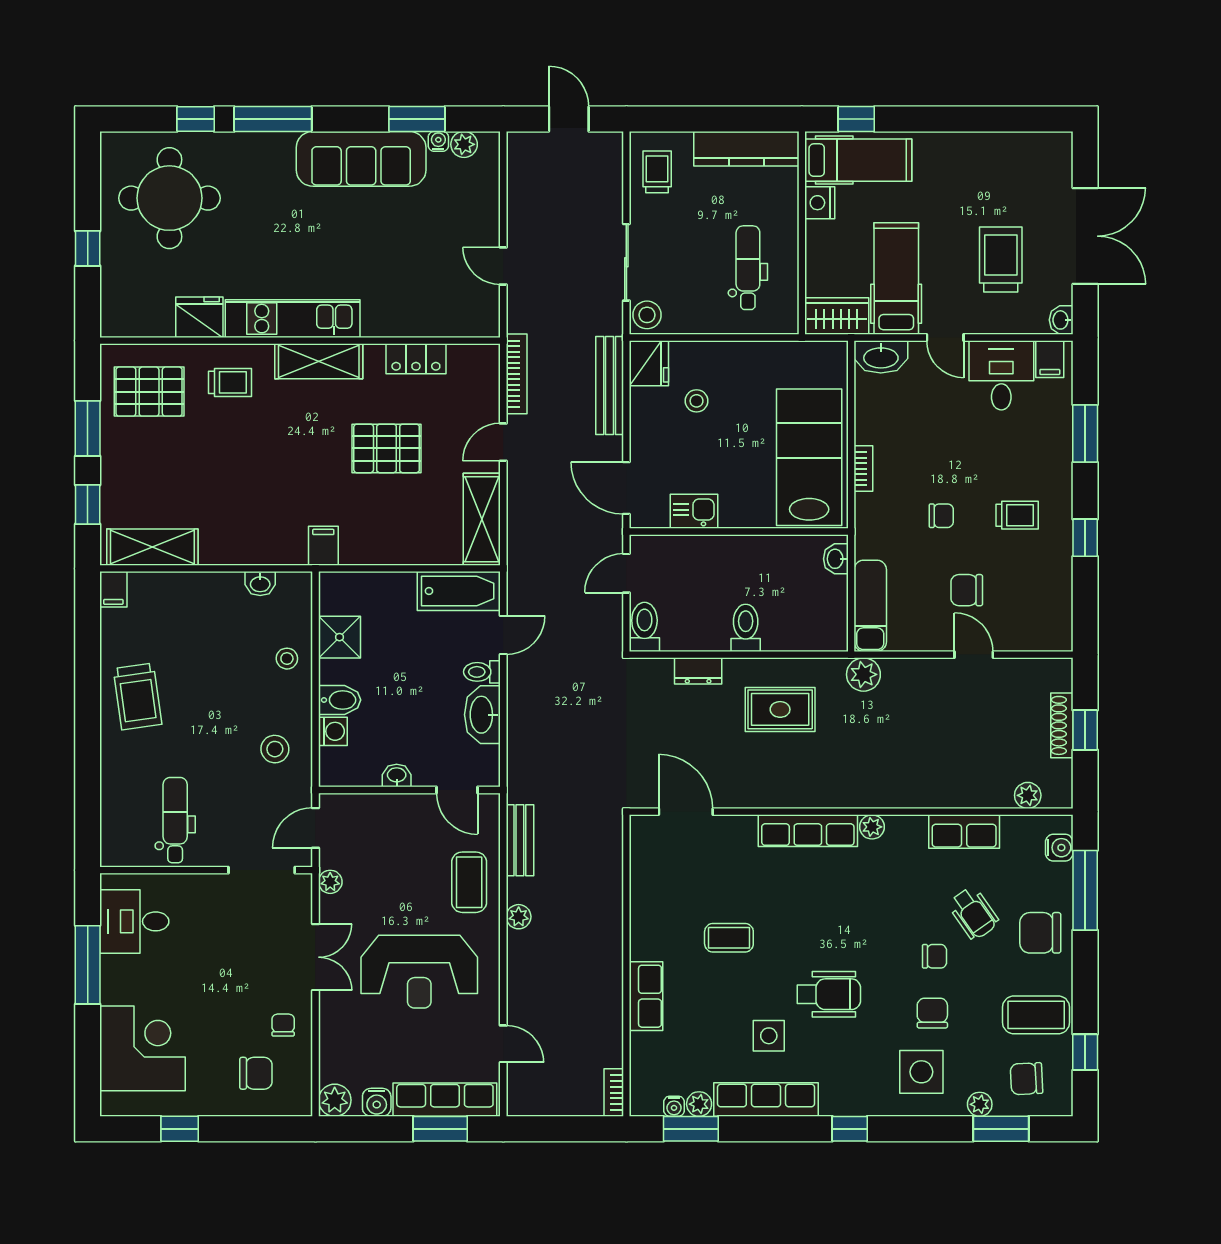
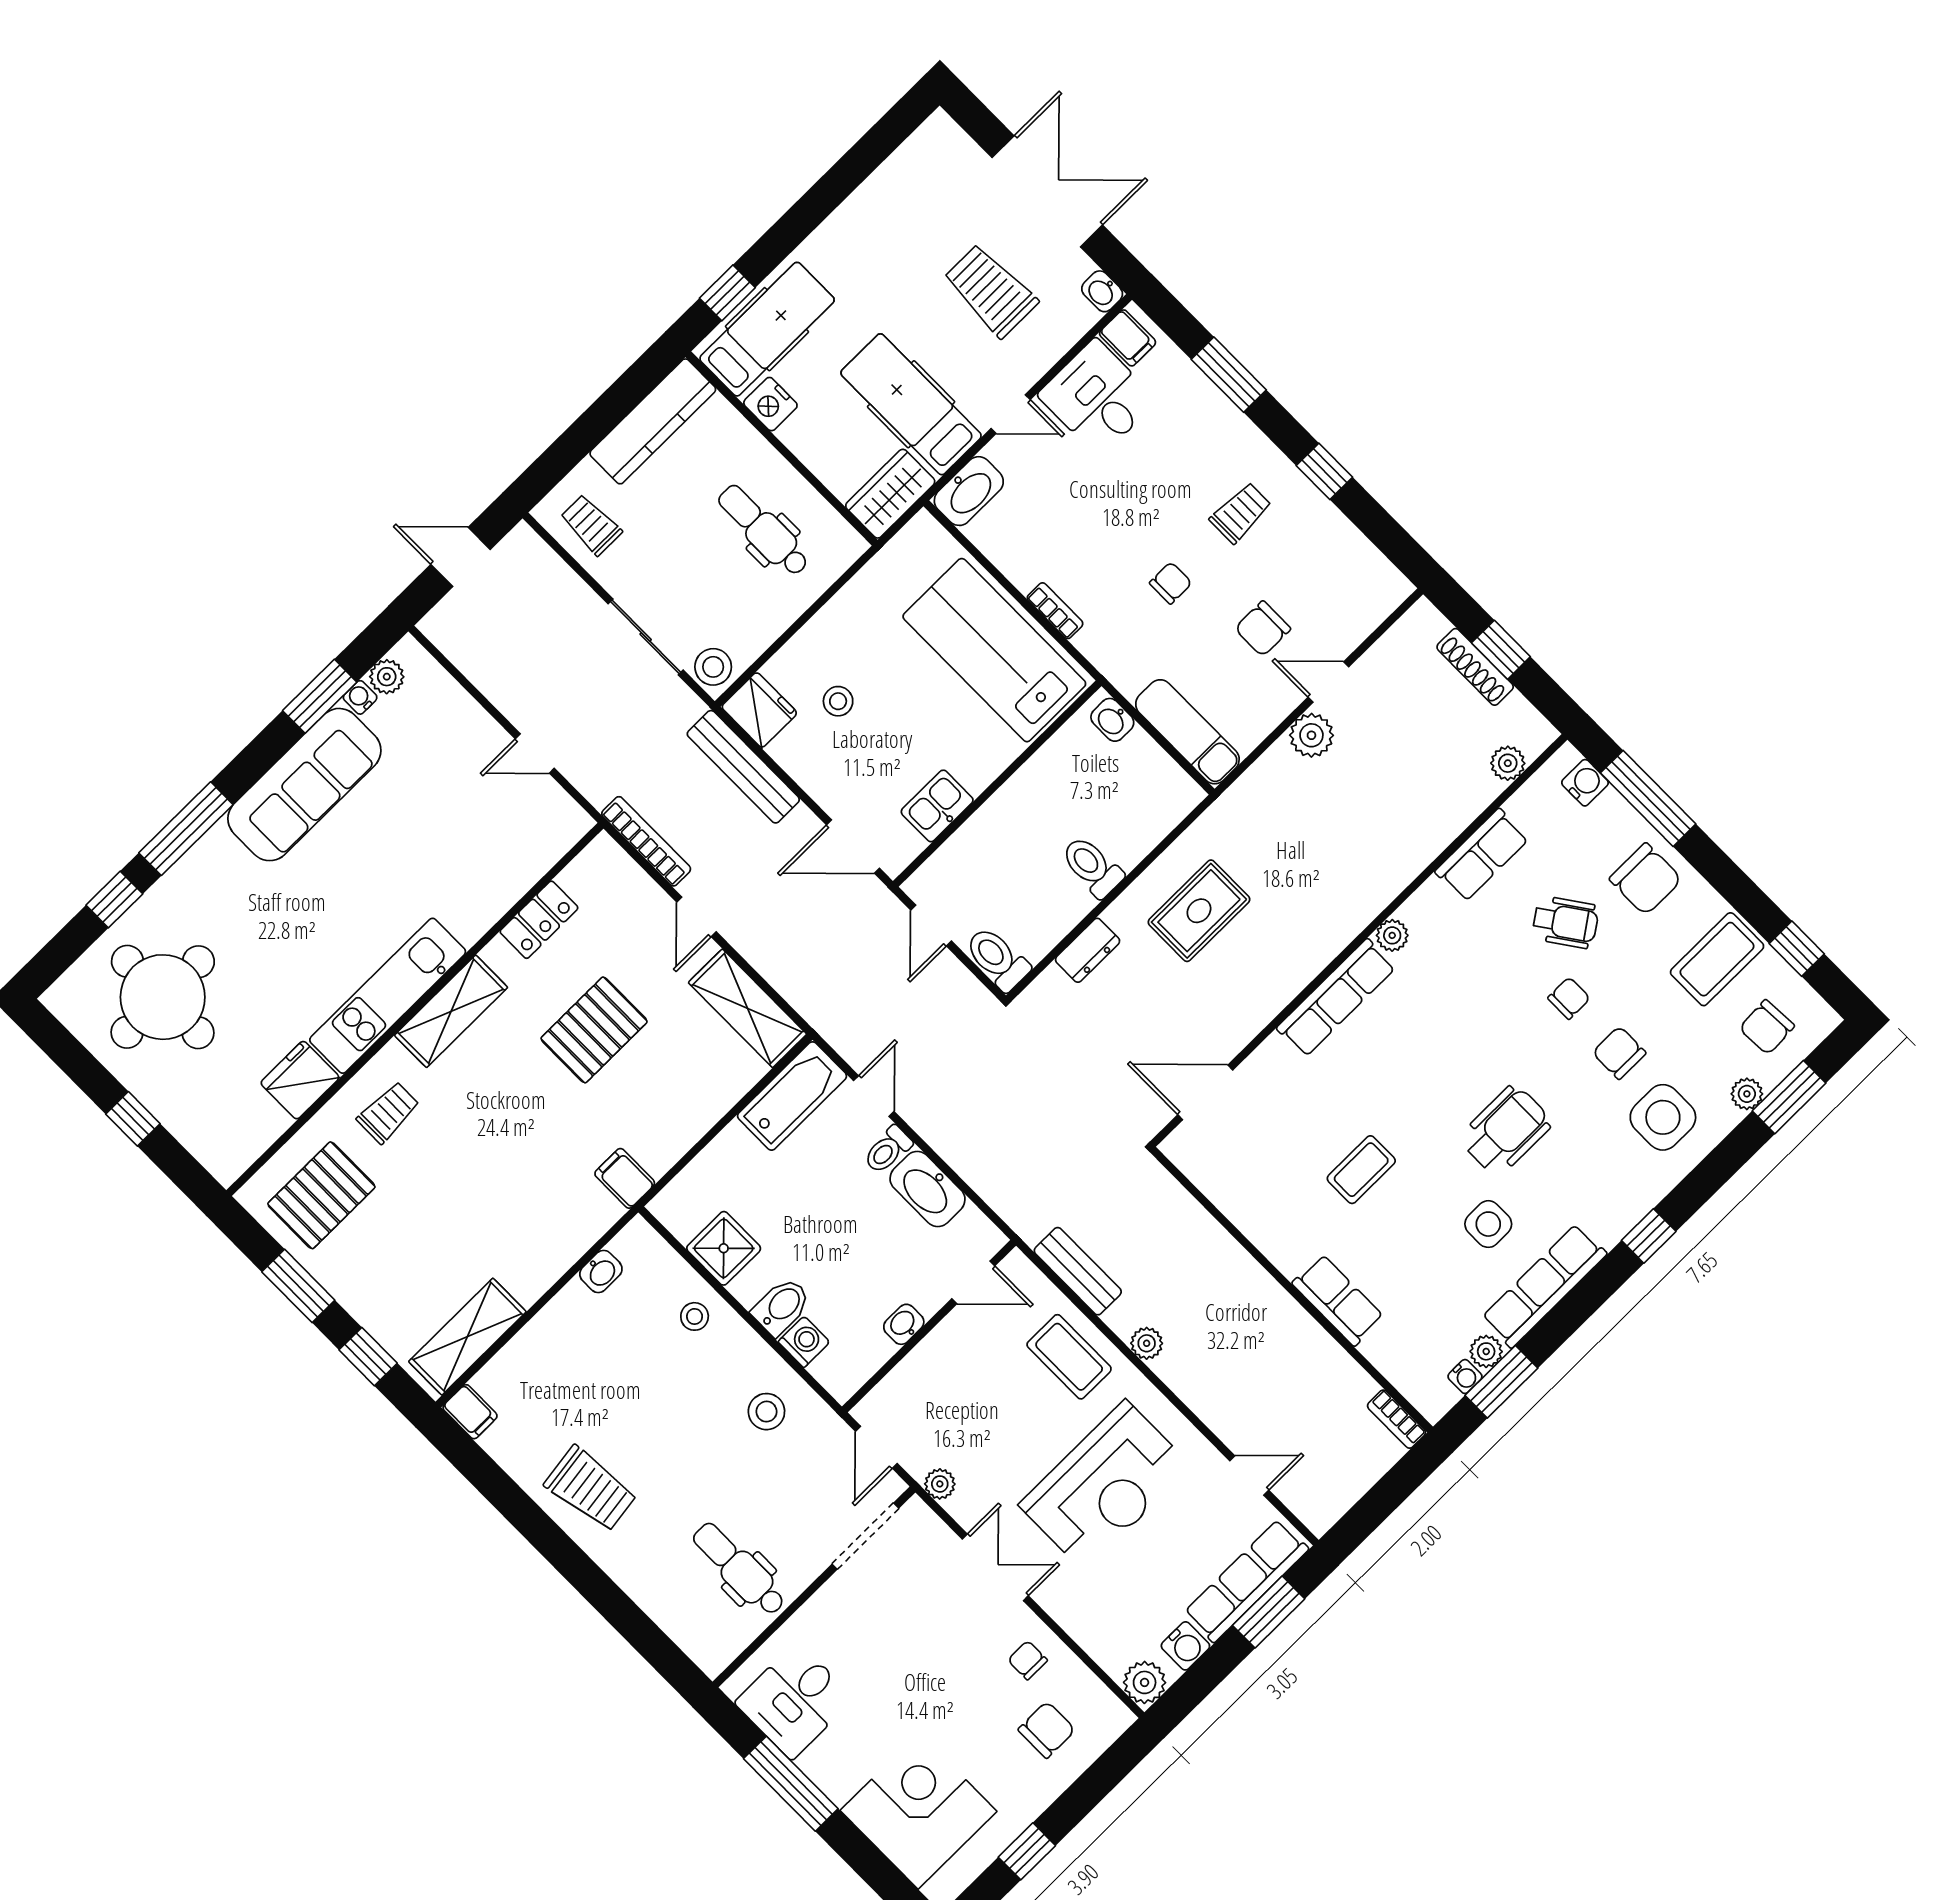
plant: (863, 674) -> (1311, 735), moved
chair: (1040, 933) -> (1646, 879), turned -90

